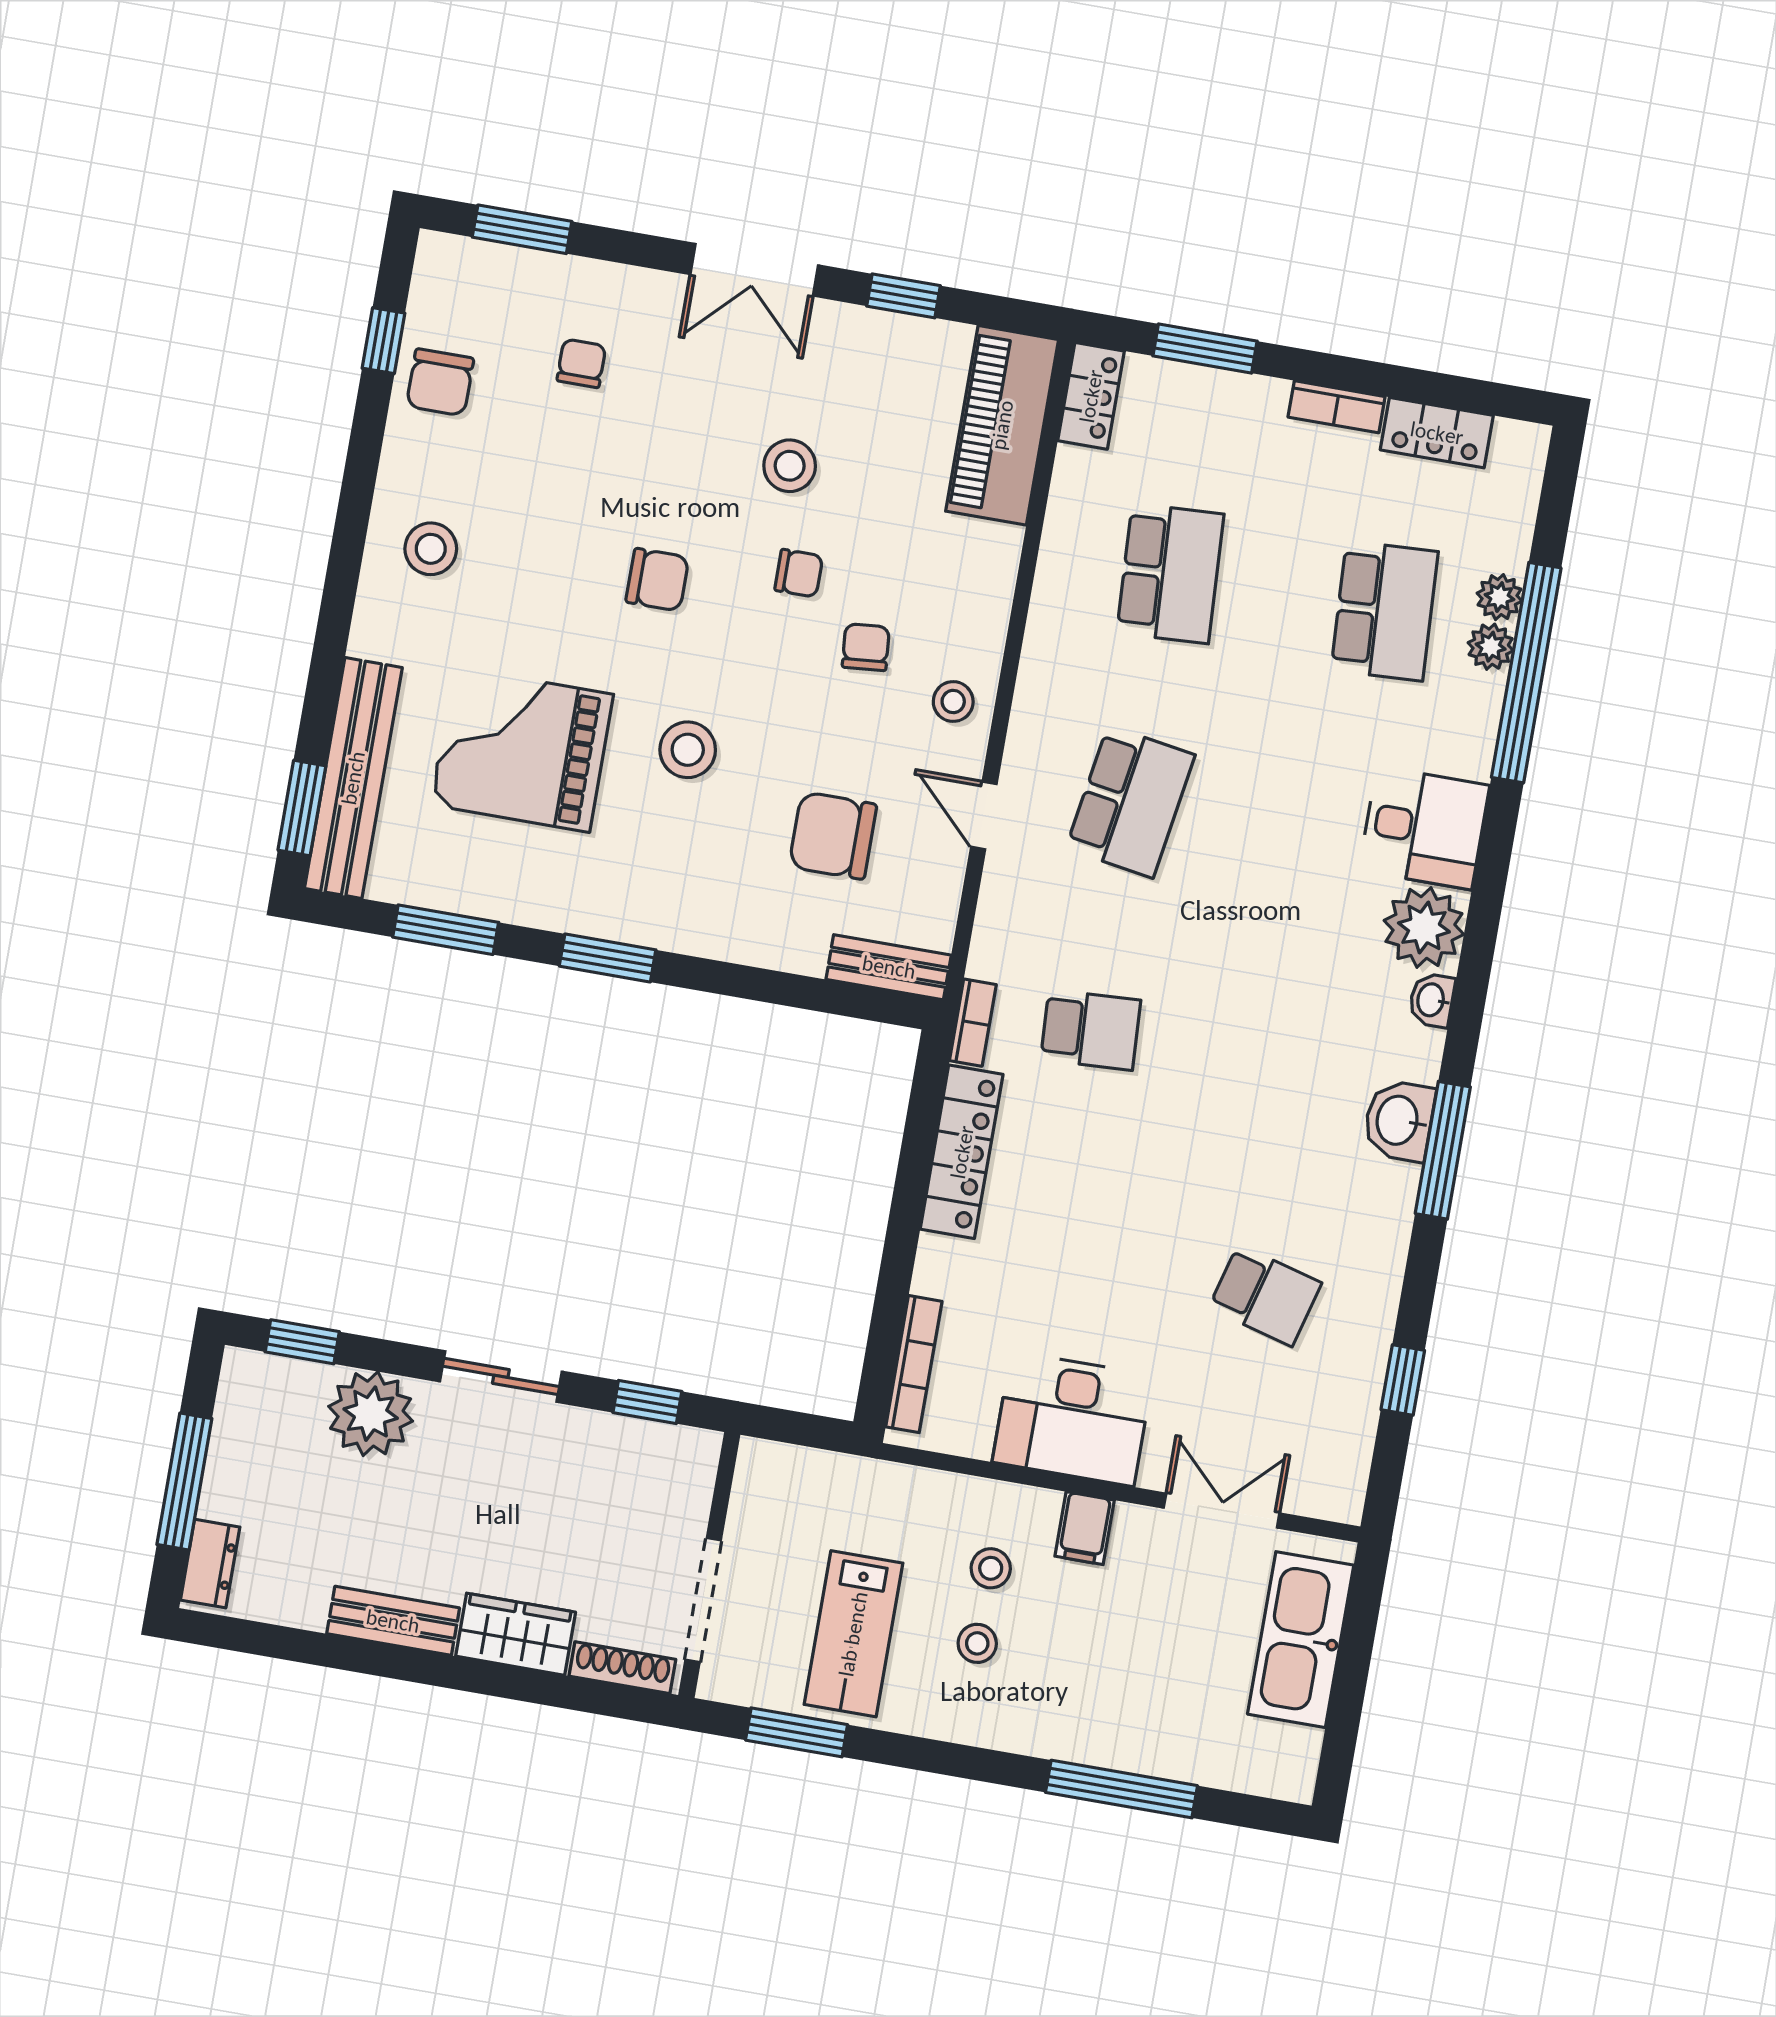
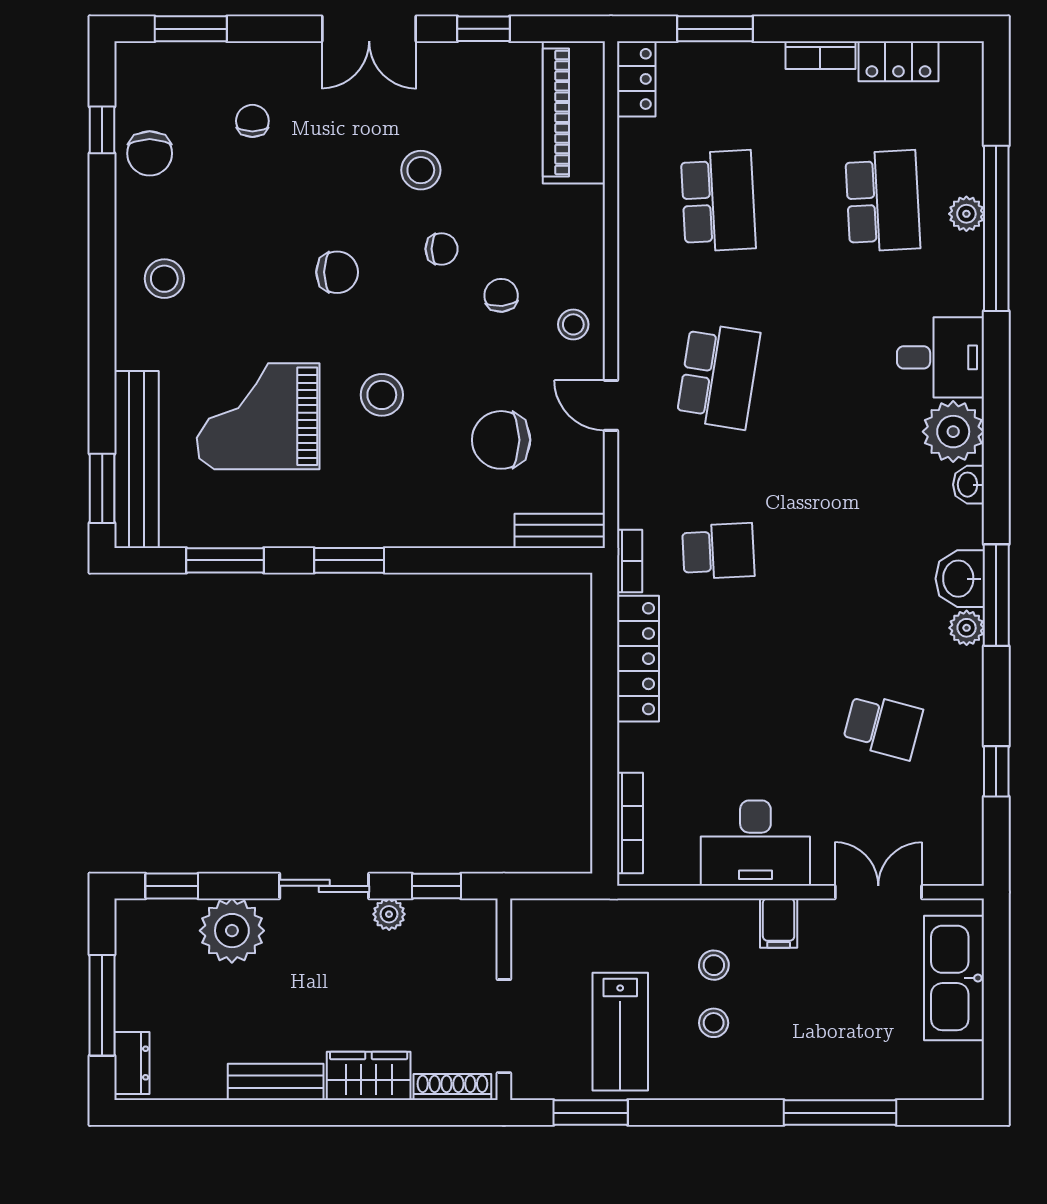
plant: (1500, 597) -> (967, 628), moved
plant: (579, 1428) -> (389, 914), added

